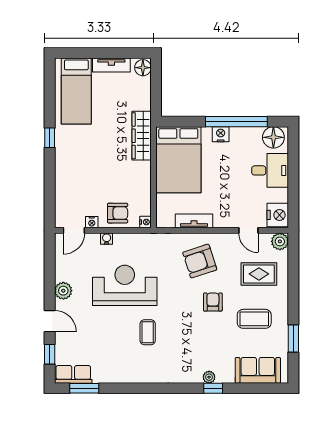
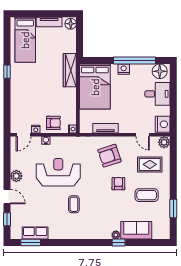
sofa: (258, 370) -> (136, 230), moved
row of seats: (73, 374) -> (35, 233), moved

